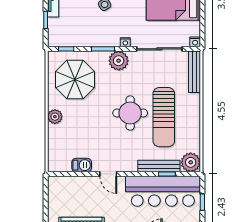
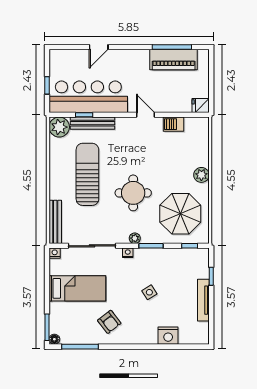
plant: (119, 61) -> (135, 238), width x0.53, depth x0.53
round table: (130, 113) -> (133, 193), moved
fridge: (56, 183) -> (201, 106), added

